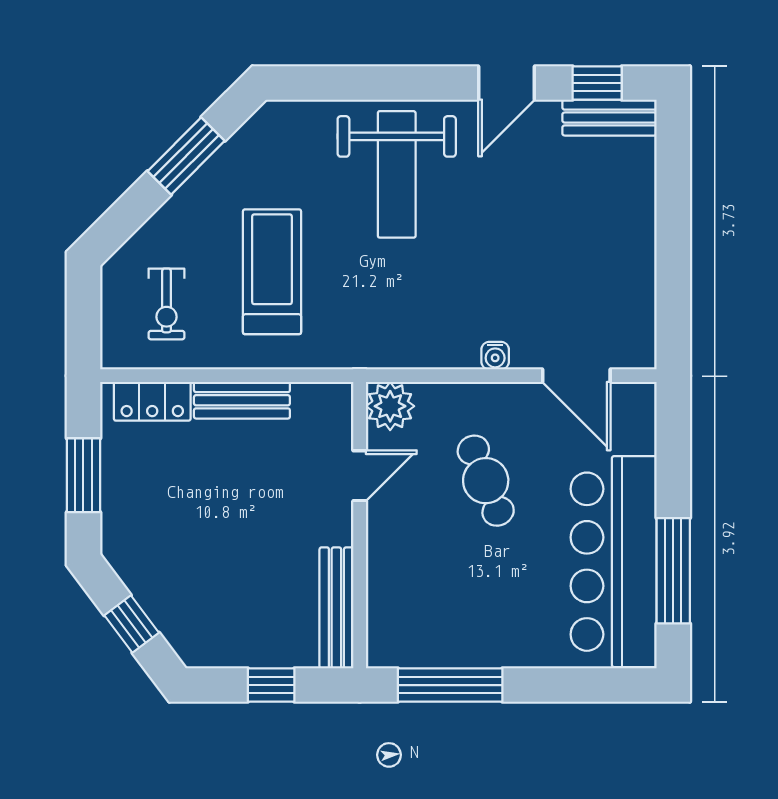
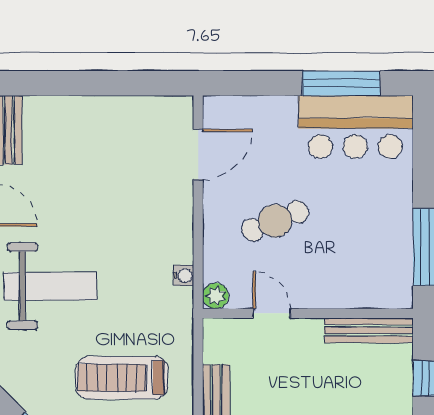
water cooler: (495, 356) -> (183, 275), moved
plant: (390, 406) -> (216, 296), width x0.73, depth x0.73
bar counter: (614, 562) -> (355, 127), width x0.73

